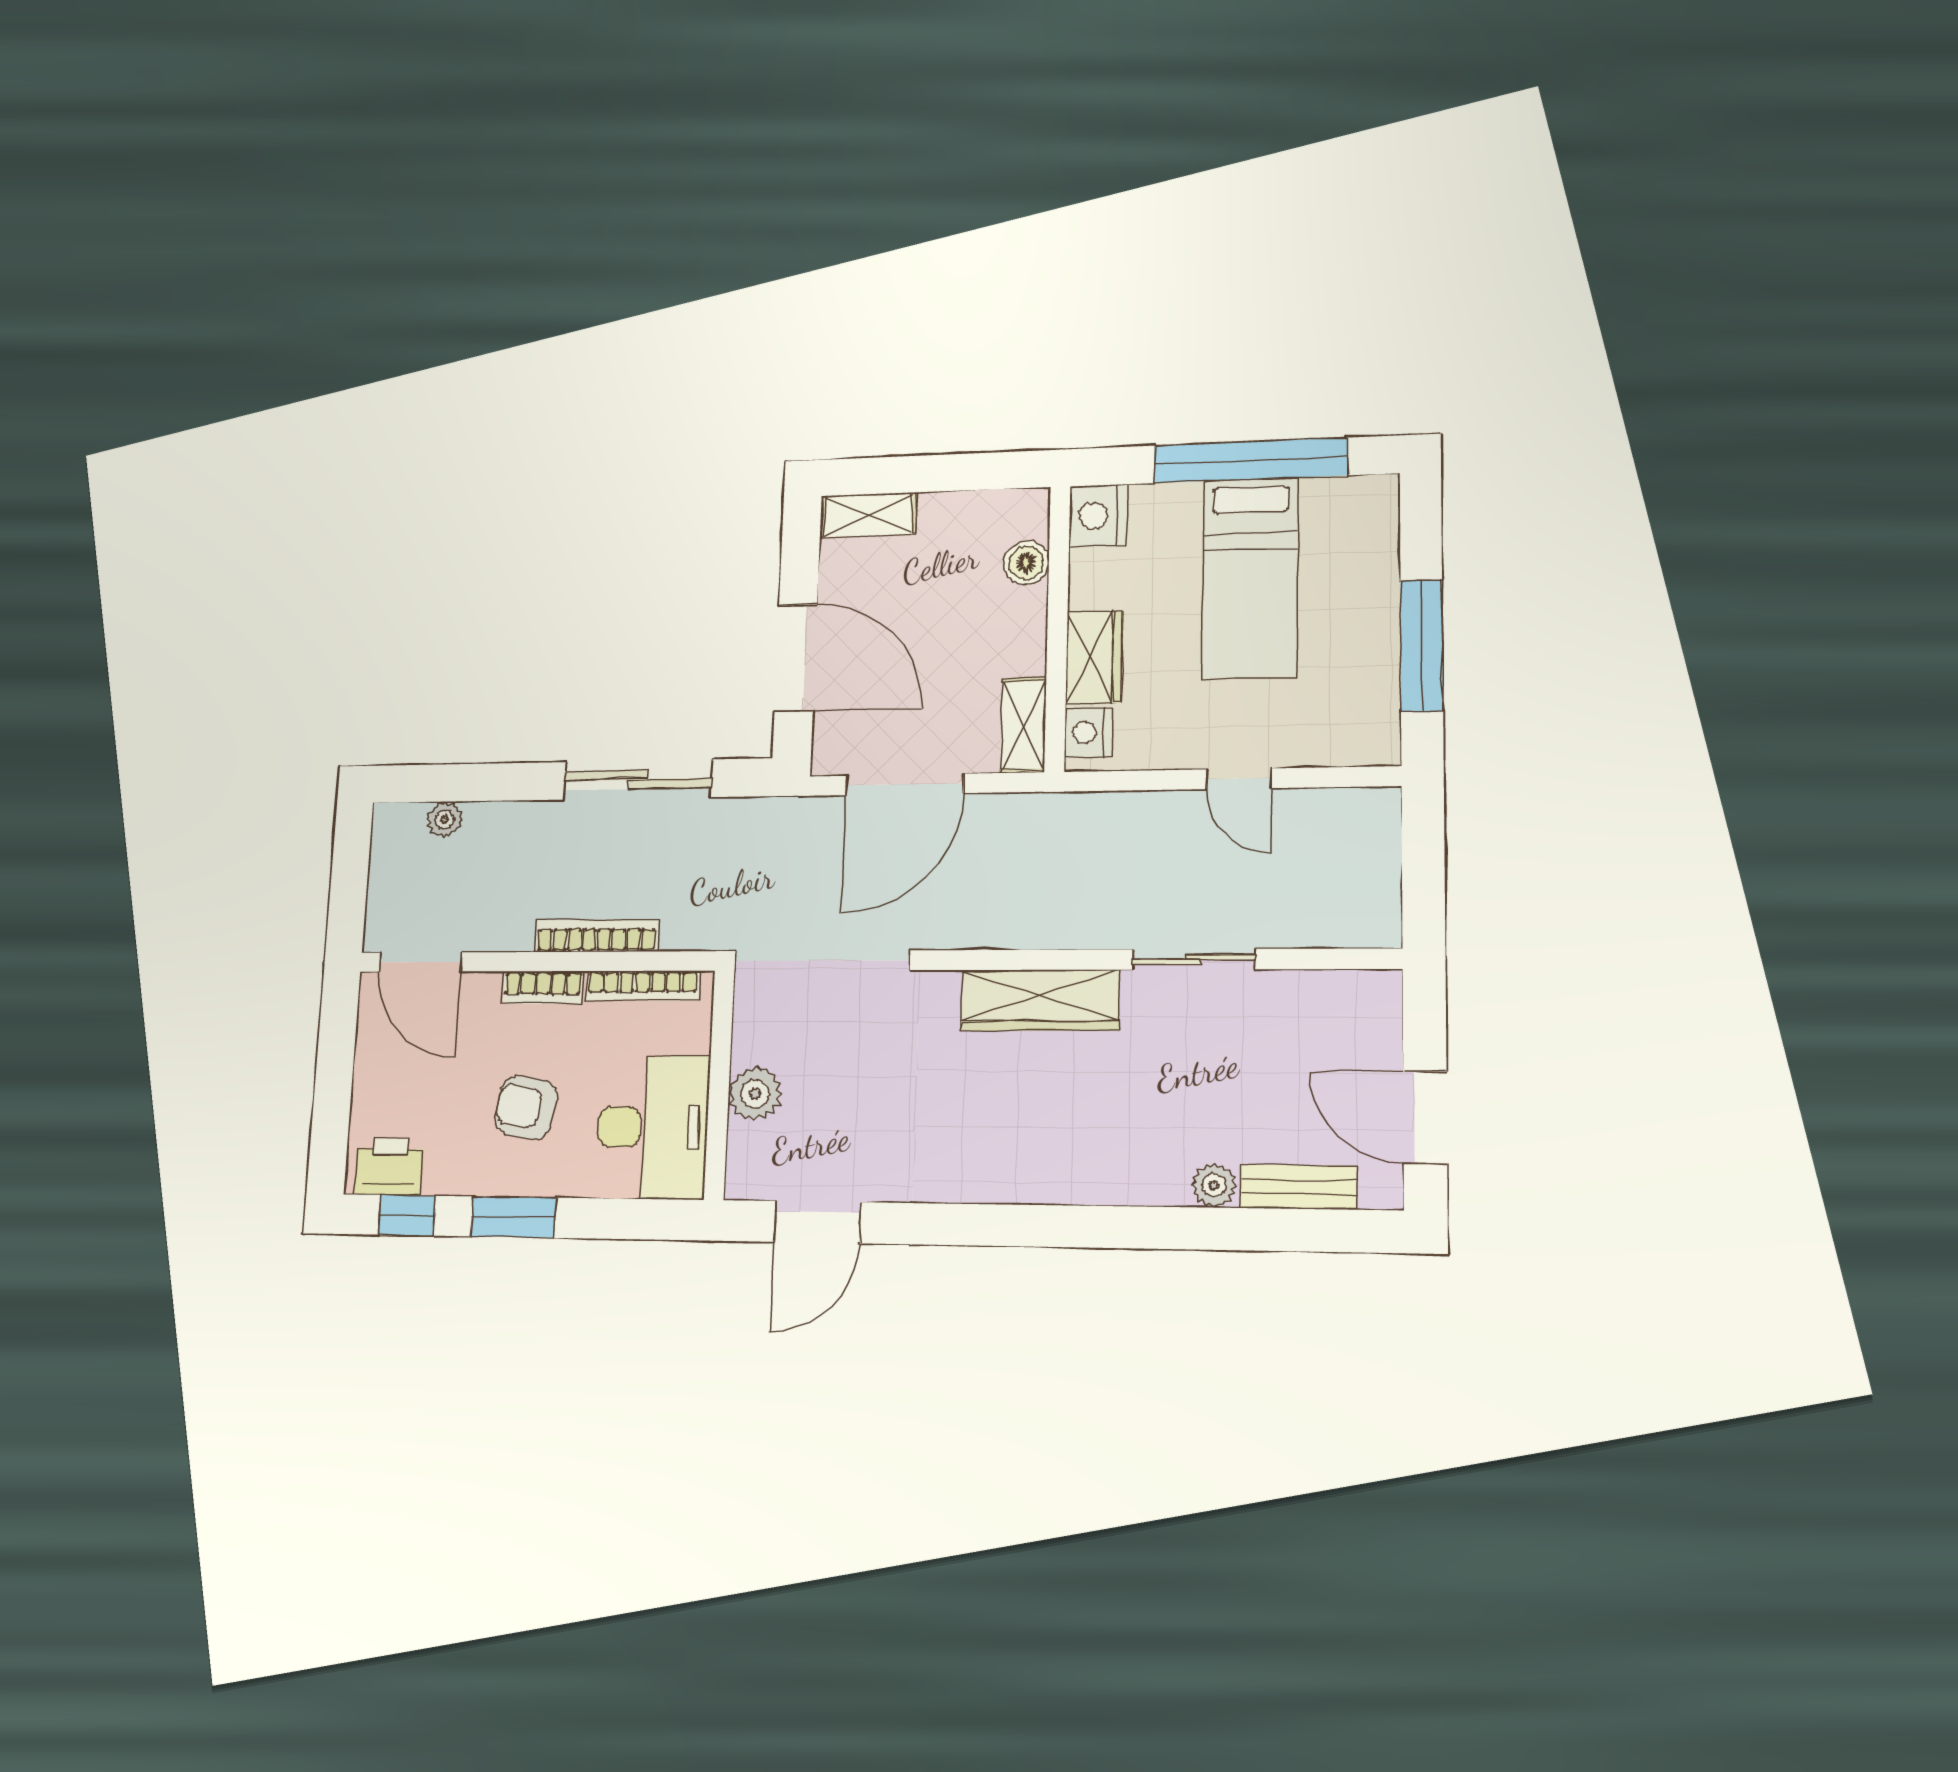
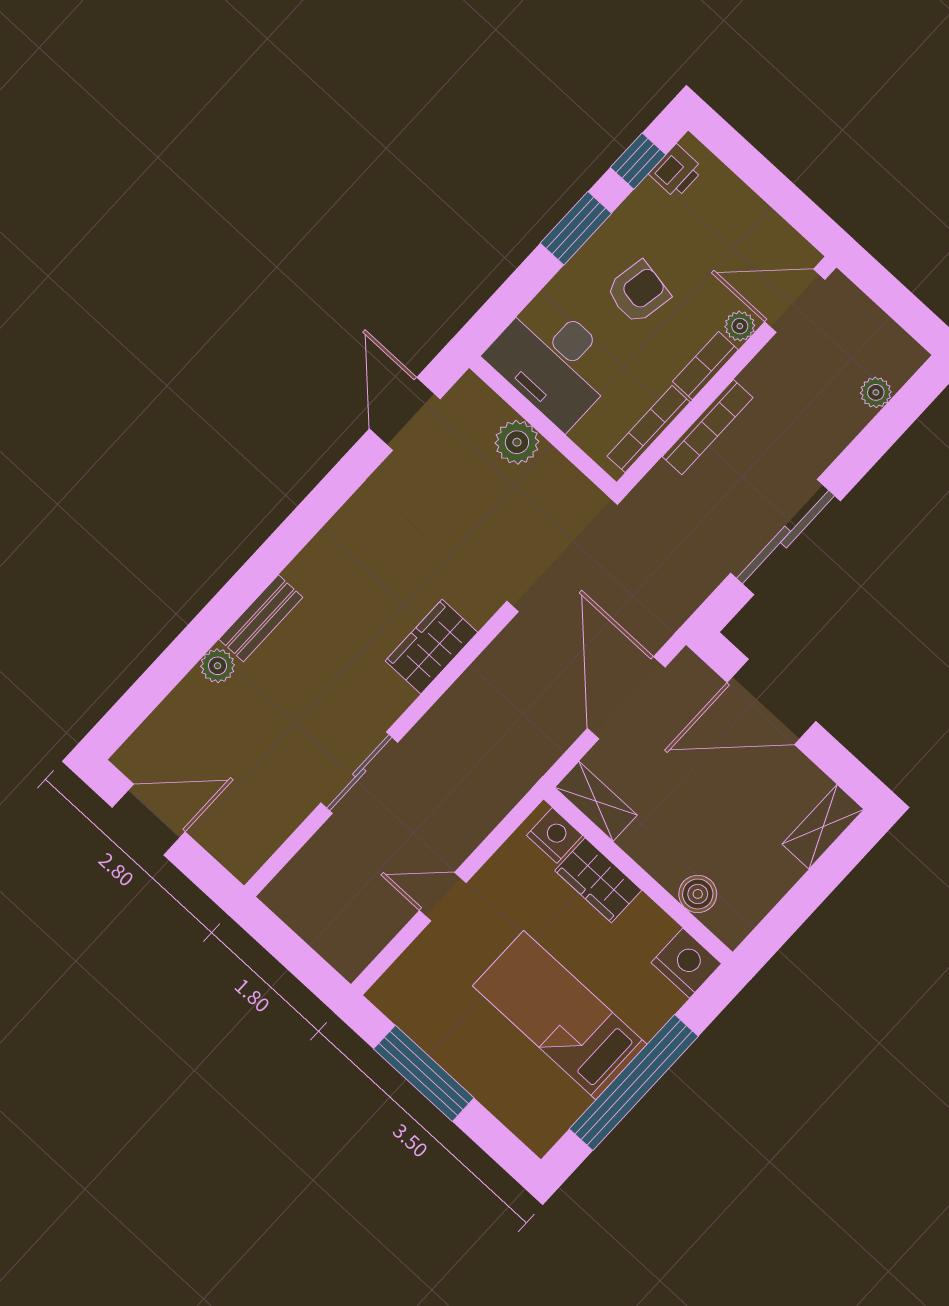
plant: (482, 989) -> (740, 326), added
wardrobe: (1040, 1000) -> (431, 647), width x0.67
printer: (389, 1166) -> (676, 171), width x0.73, depth x0.81
bench: (1298, 1187) -> (261, 618), moved

